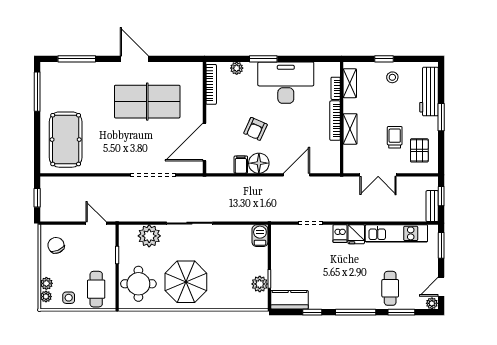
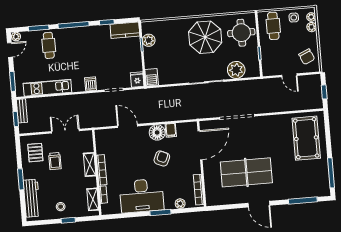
door: (297, 175) -> (128, 126), swing flipped
door: (96, 223) -> (289, 75), moved
fridge: (356, 234) -> (137, 79), moved

